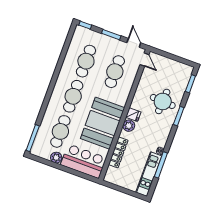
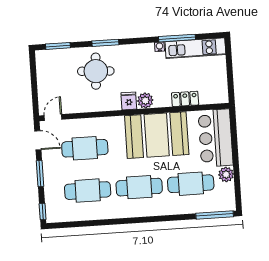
door: (134, 43) -> (38, 140), swing flipped
locker: (118, 152) -> (185, 99), width x0.66

